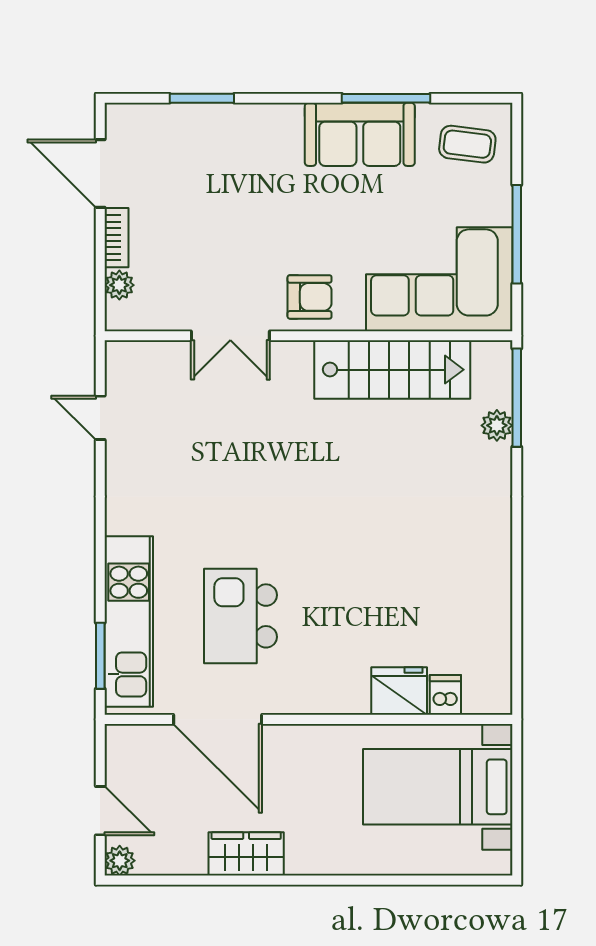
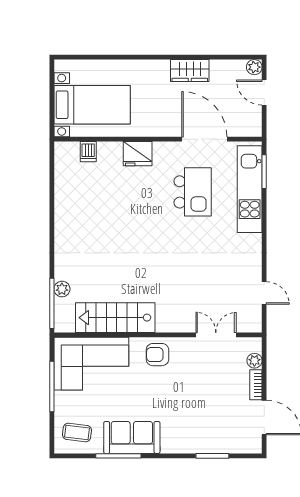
double door: (230, 336) -> (216, 335), moved
fridge: (399, 691) -> (138, 154), moved

